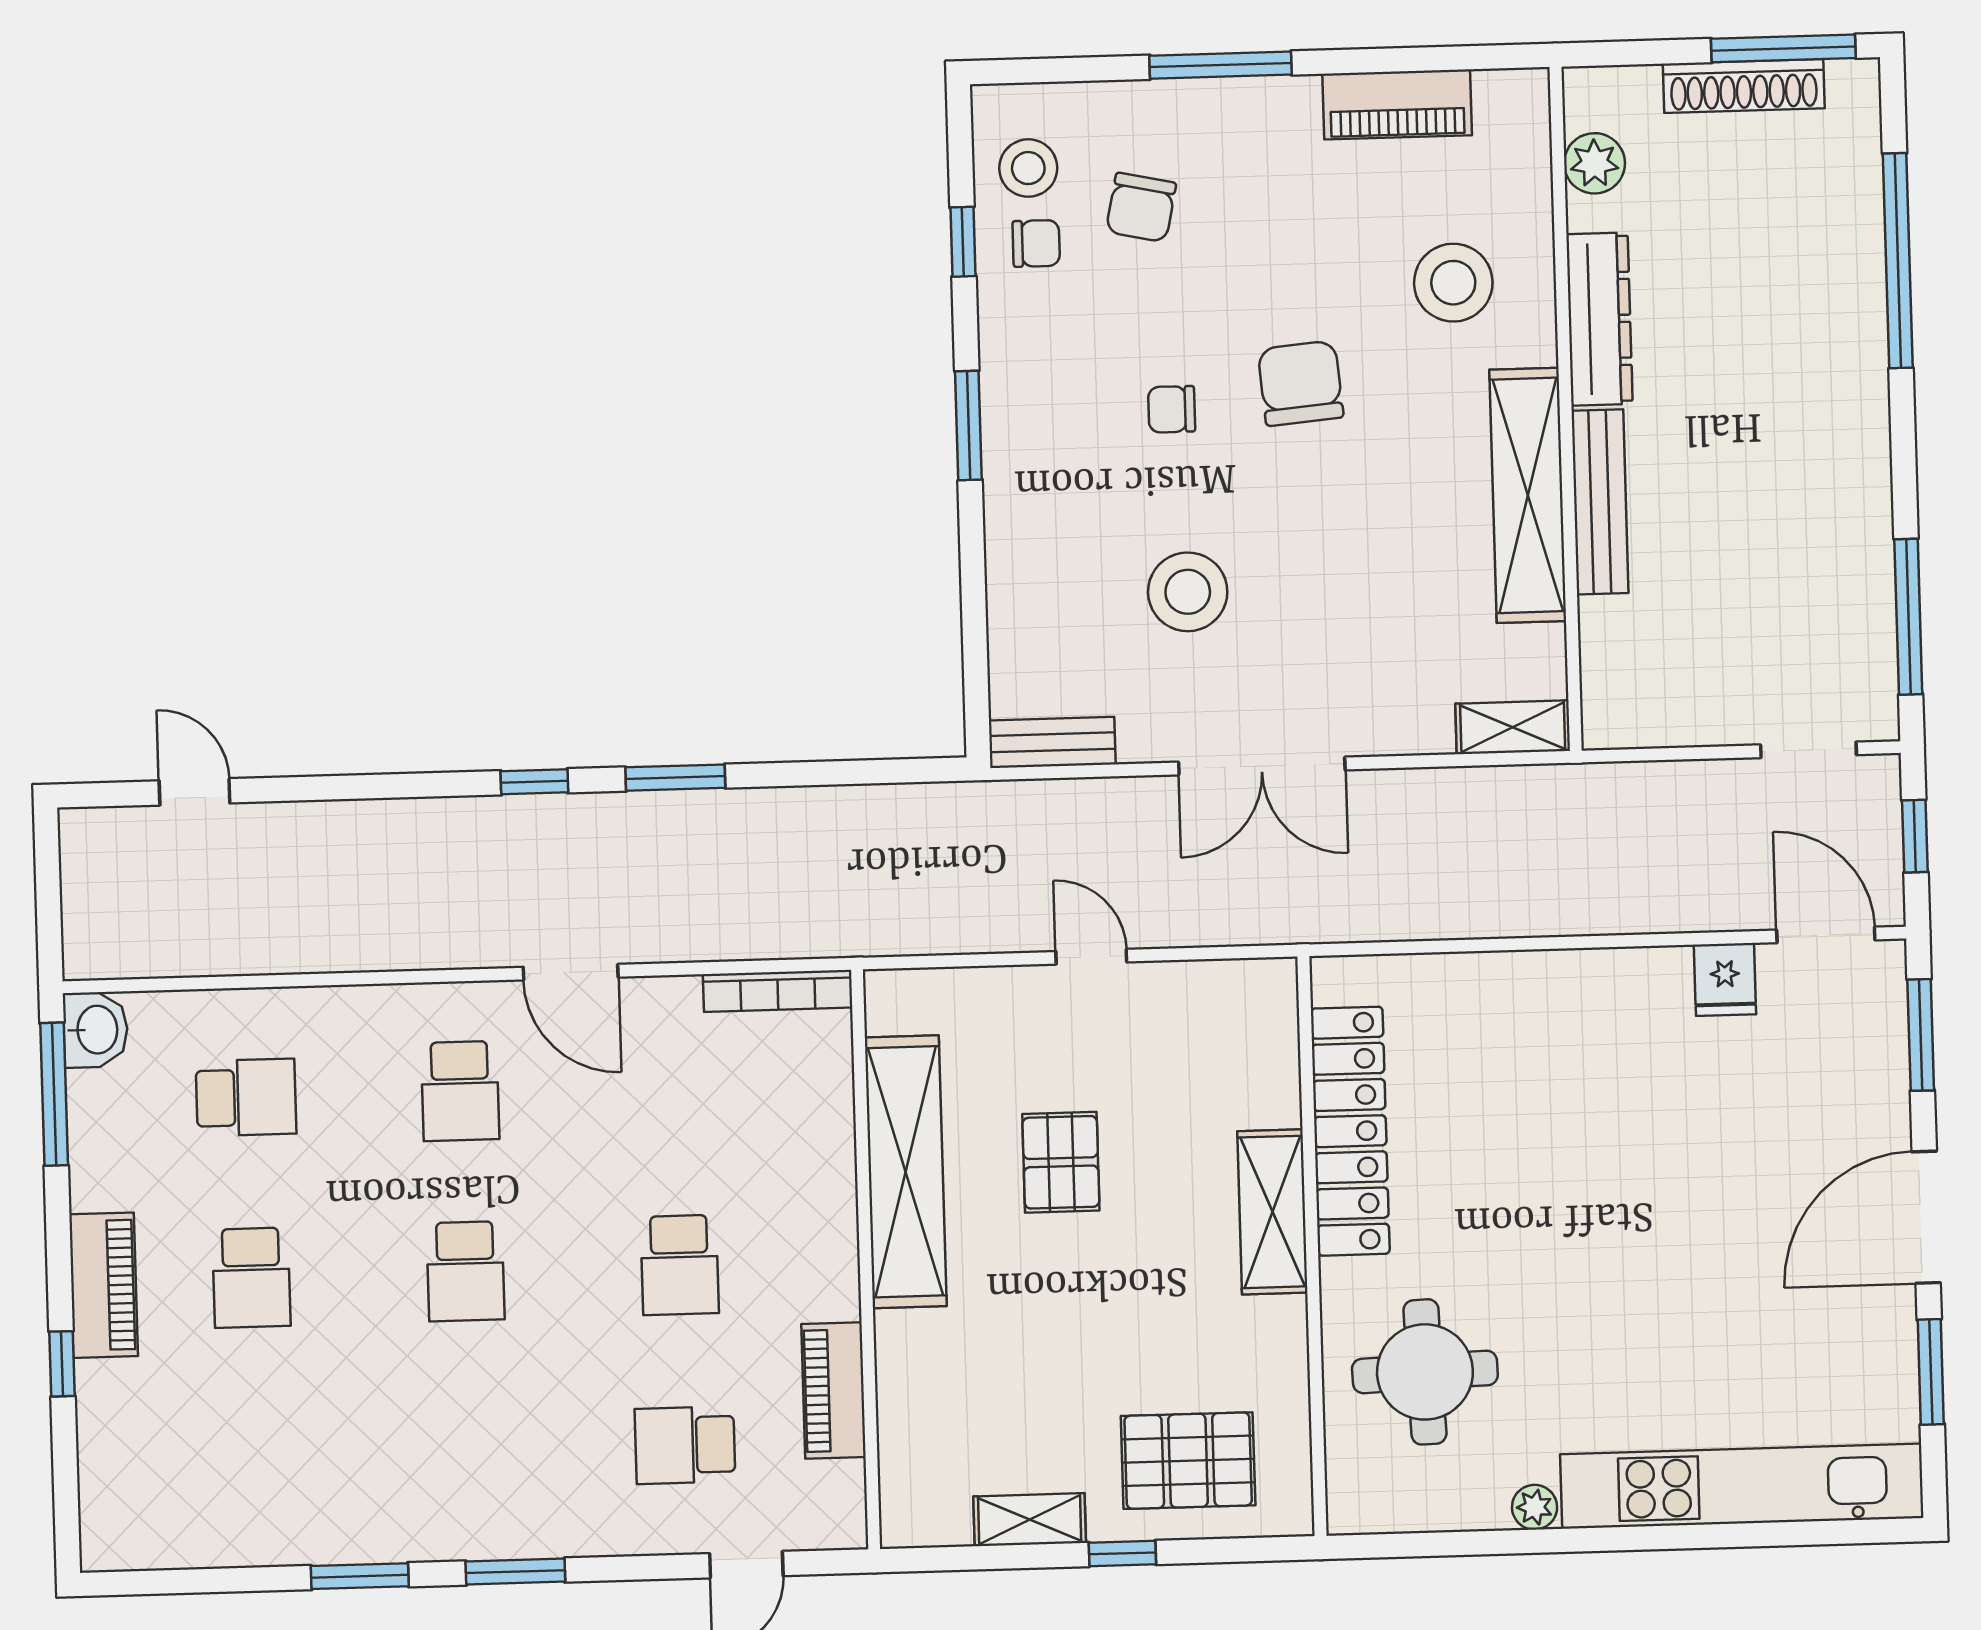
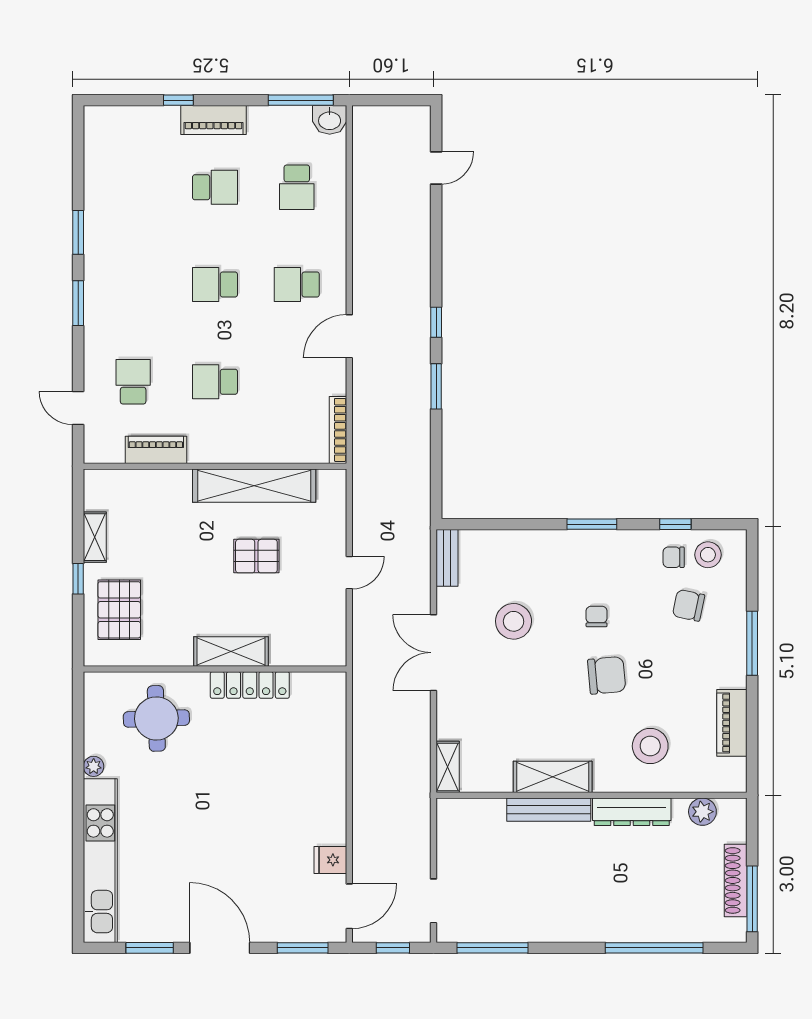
chair: (1036, 243) -> (674, 557), turned 90
shelving: (1528, 495) -> (553, 777), width x0.68
locker: (1350, 1131) -> (250, 685), width x0.71, depth x0.83
school desk: (251, 1278) -> (215, 187), turned 180

